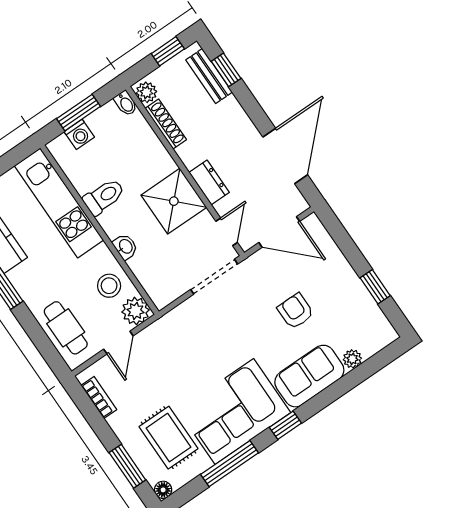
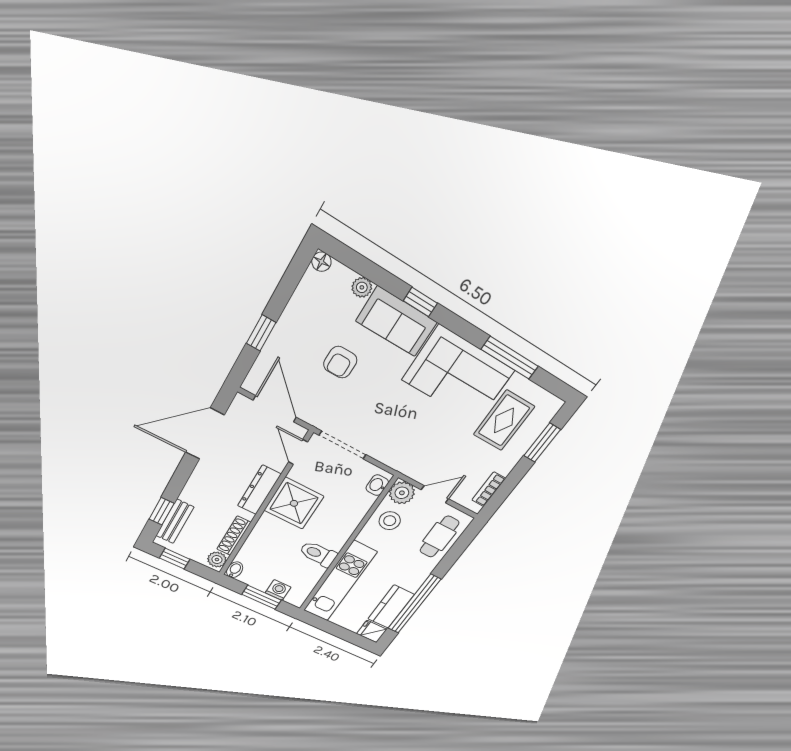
dresser: (209, 182) -> (259, 490), width x1.44
door: (227, 232) -> (298, 452), hinge flipped
washbasin: (125, 247) -> (377, 485), moved
window: (375, 287) -> (261, 333), moved
window: (285, 425) -> (420, 302), moved
floor lamp: (163, 490) -> (321, 262), moved

